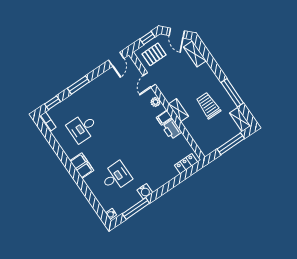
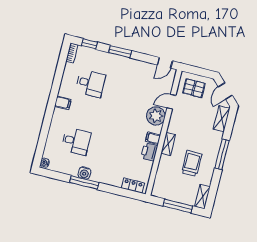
window: (147, 38) -> (202, 72), removed
window: (232, 93) -> (222, 154), moved
plant: (155, 102) -> (156, 116), width x1.88, depth x1.88
desk: (83, 128) -> (91, 83), turned 180
filing cabinet: (82, 166) -> (63, 103), width x0.50
window: (136, 208) -> (84, 182), moved

